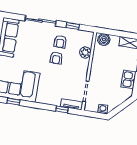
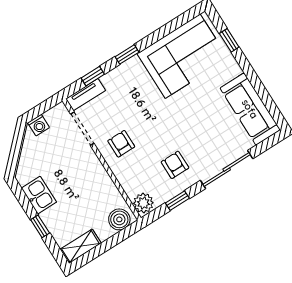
plant: (85, 52) -> (143, 203), moved
armchair: (56, 58) -> (121, 144), moved
window: (14, 102) -> (127, 54), moved

